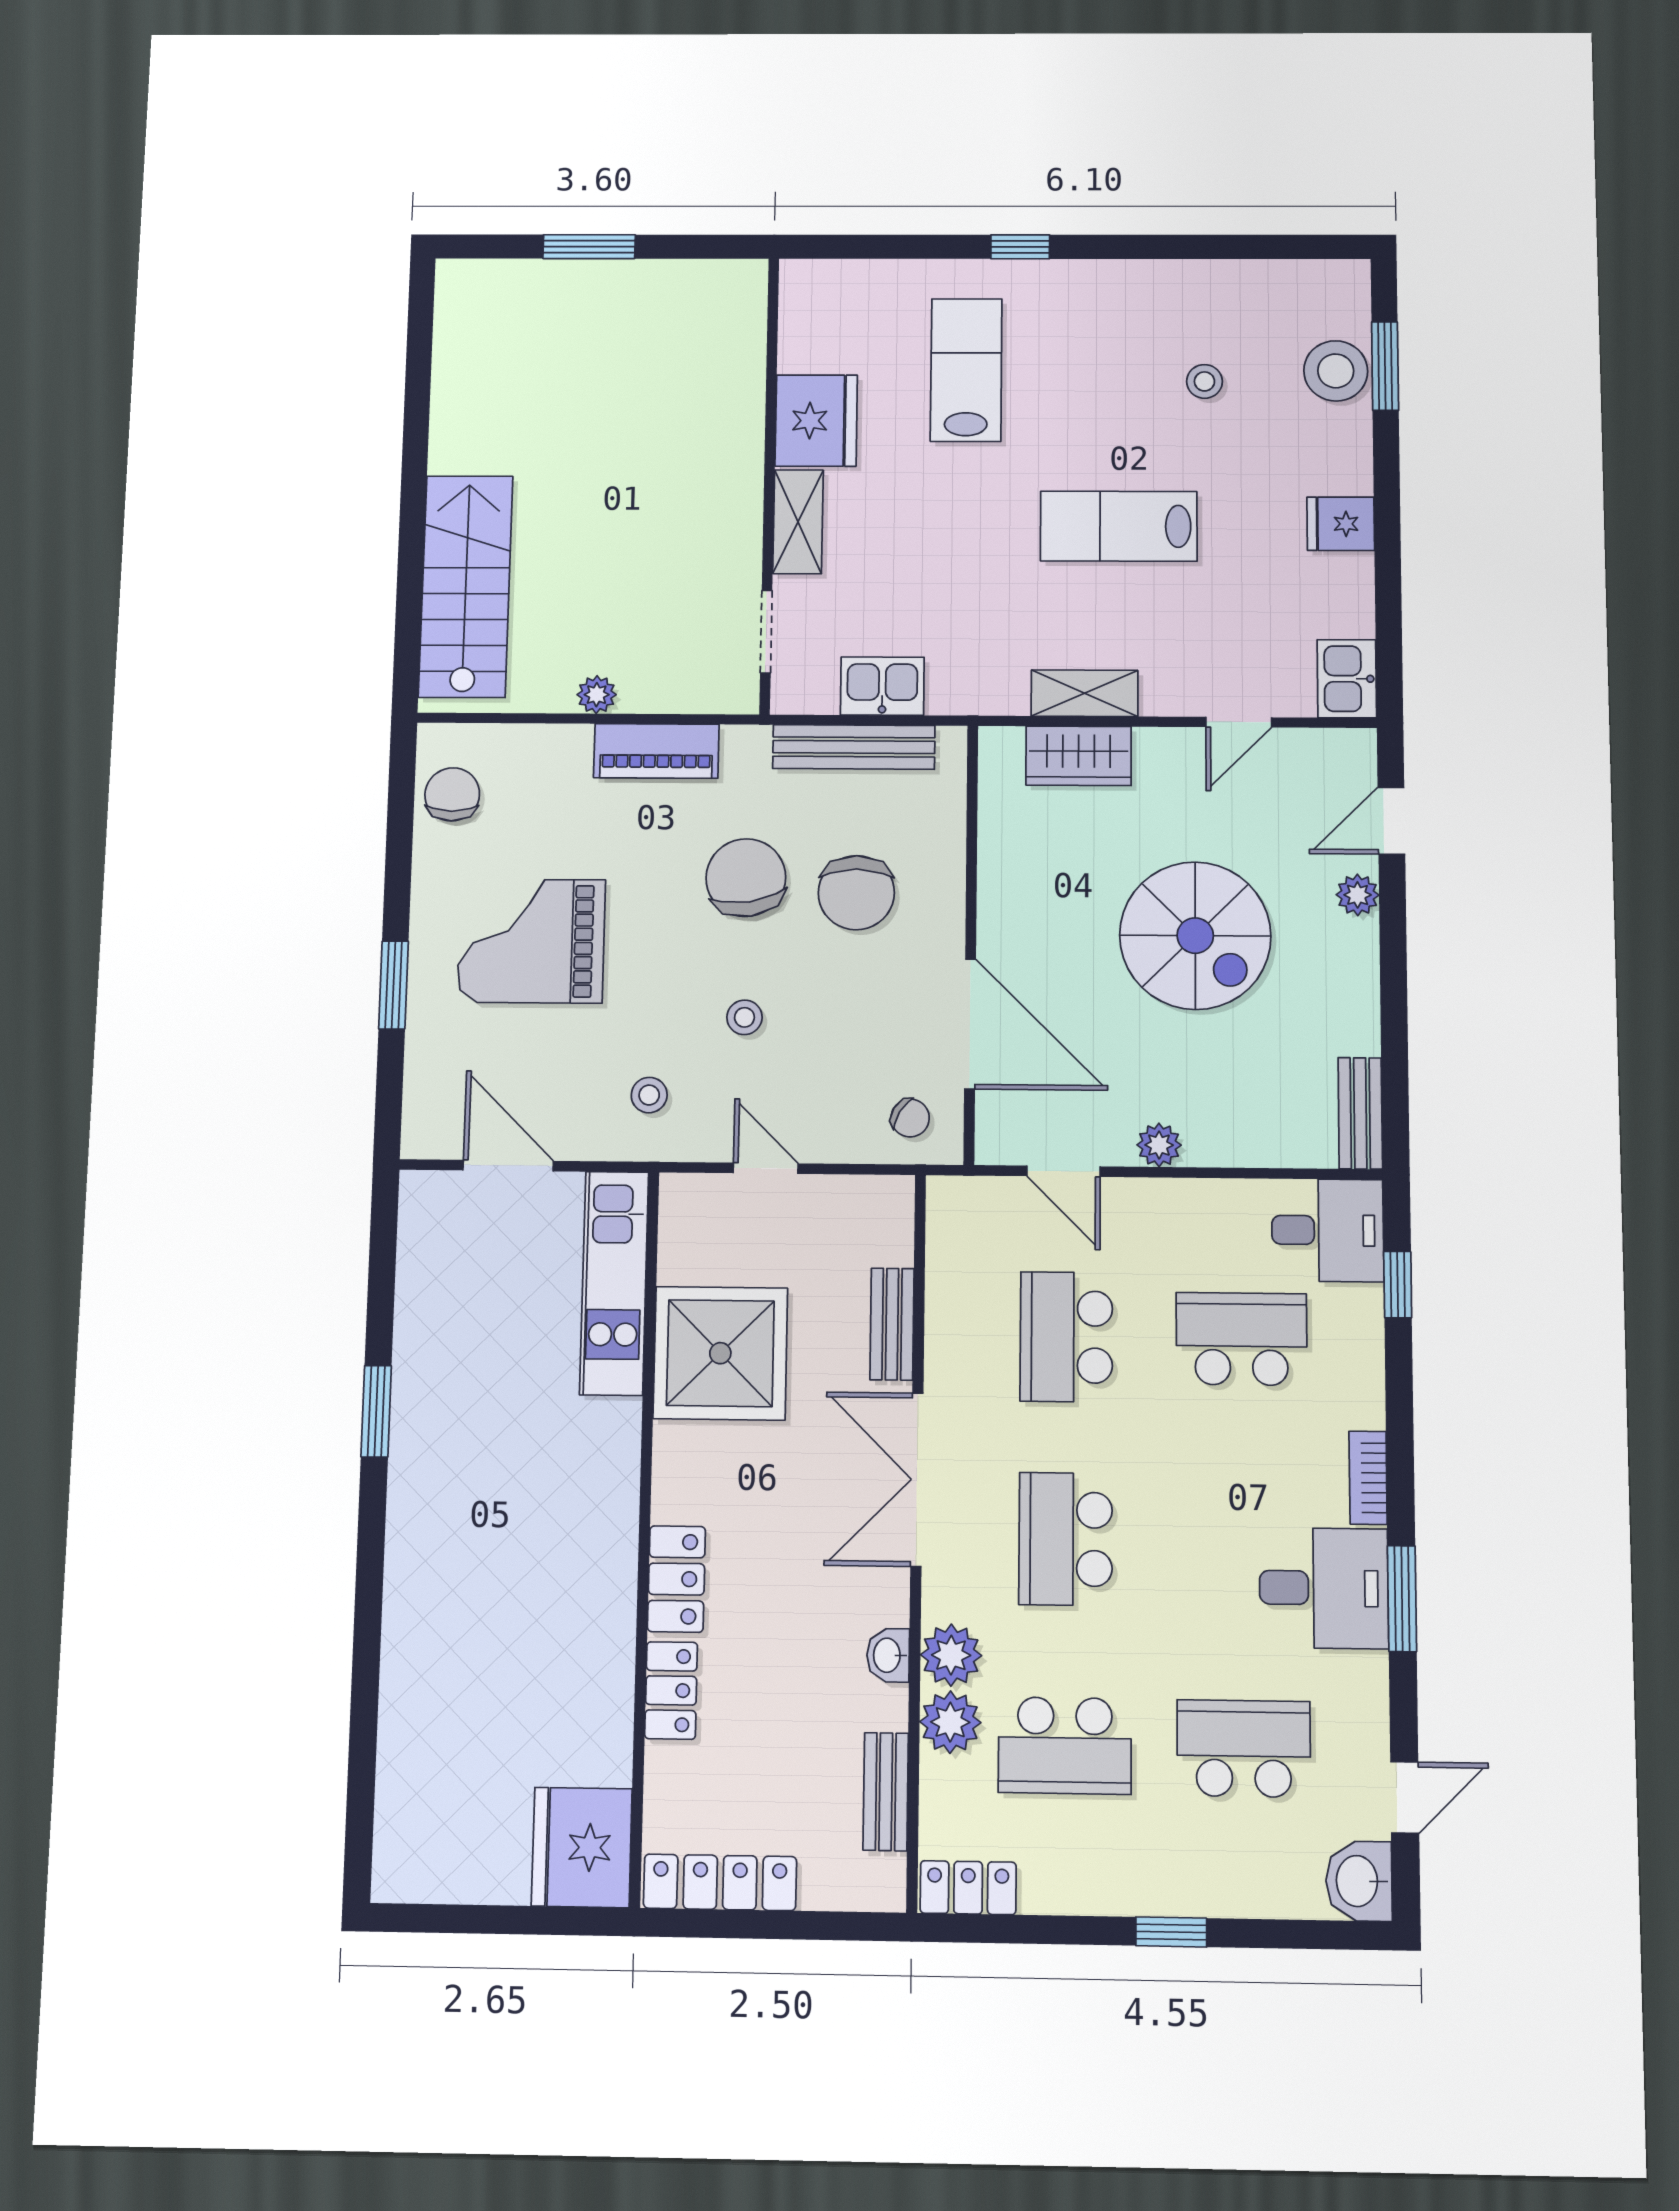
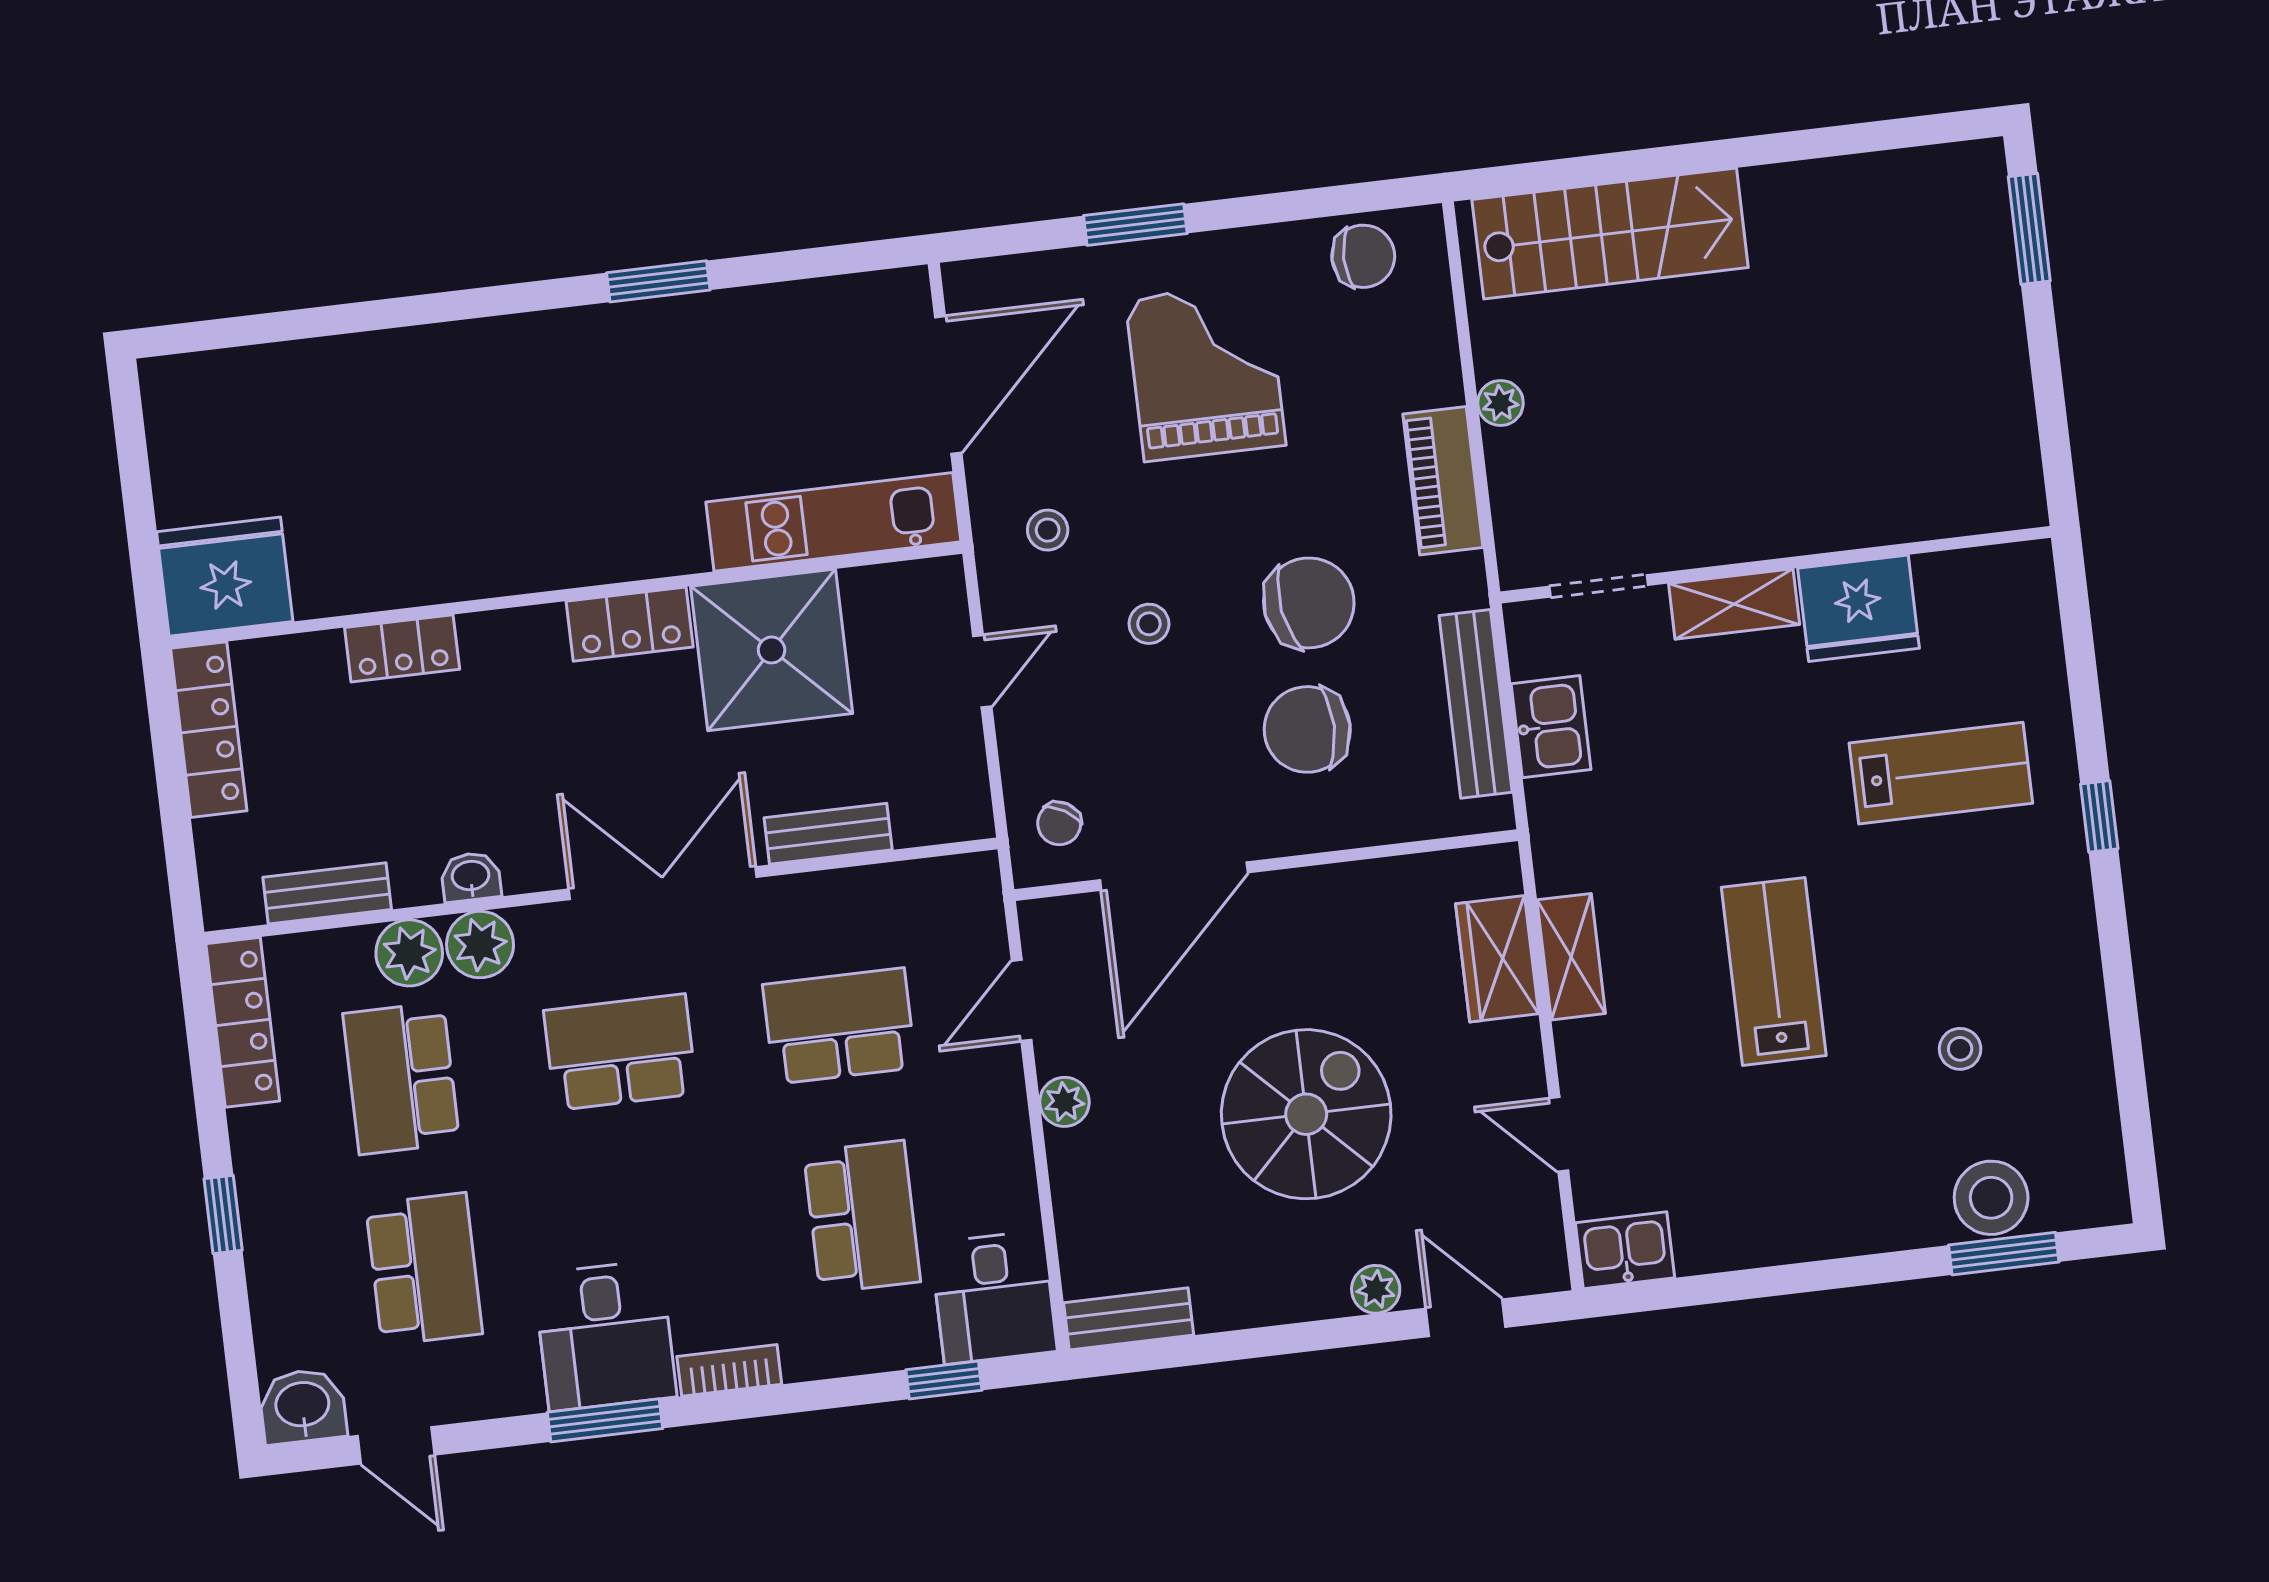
window: (589, 247) -> (2029, 229), moved
fridge: (1341, 524) -> (1808, 1223), removed
spiral stairs: (1195, 936) -> (1306, 1114), turned 180
door: (508, 1166) -> (948, 385), width x1.36
locker: (676, 1579) -> (630, 624), moved
locker: (968, 1888) -> (243, 1022), width x1.53

